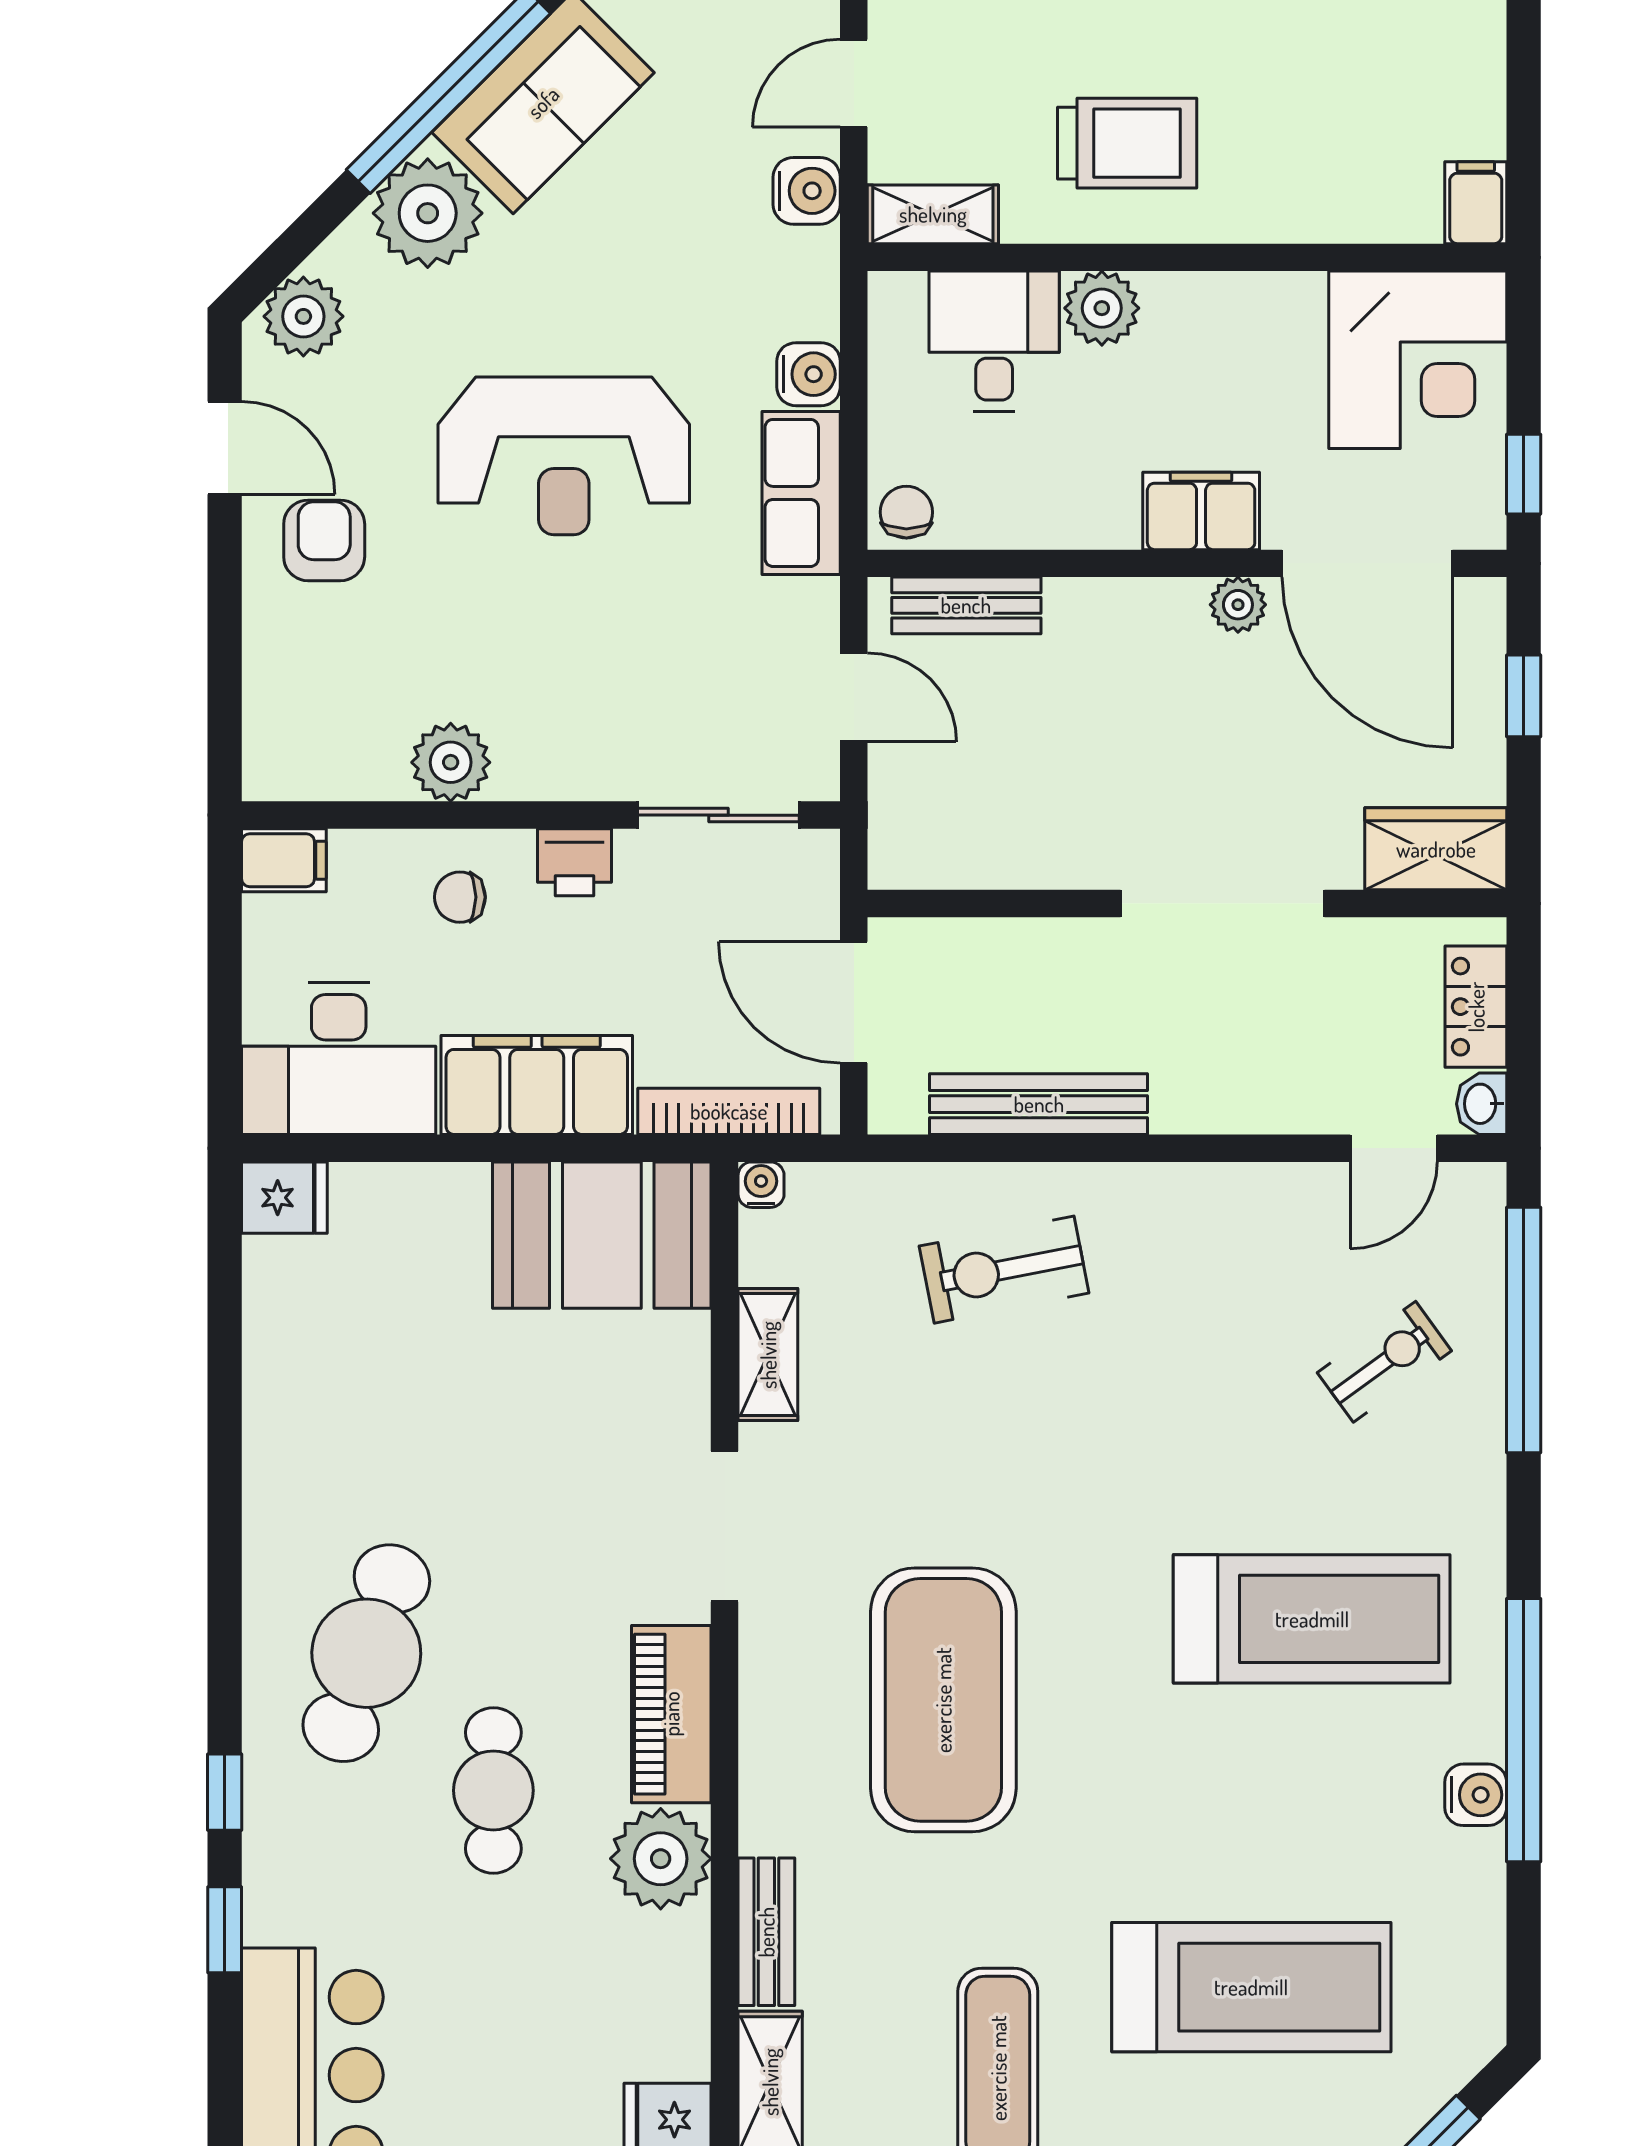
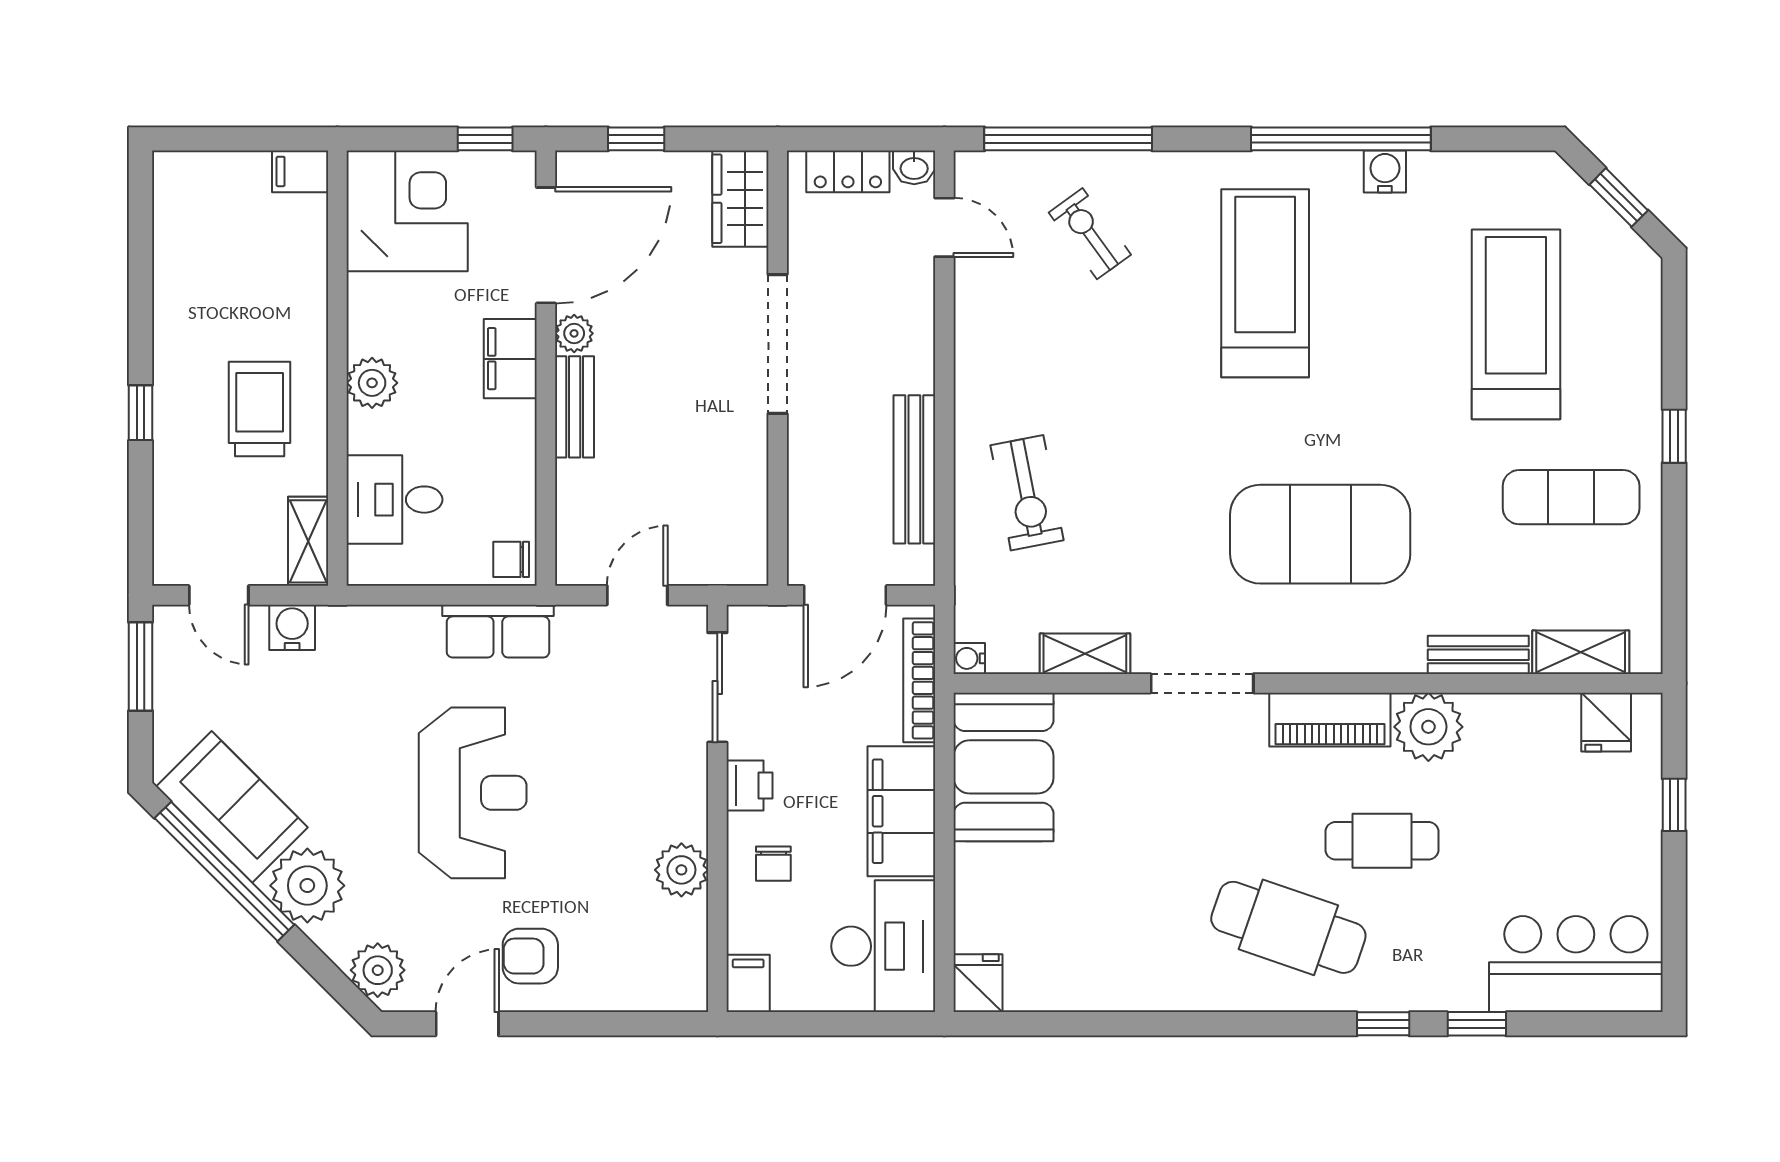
plant: (1102, 308) -> (372, 383), moved
water cooler: (809, 374) -> (417, 626), removed
bench: (966, 605) -> (575, 407), moved

